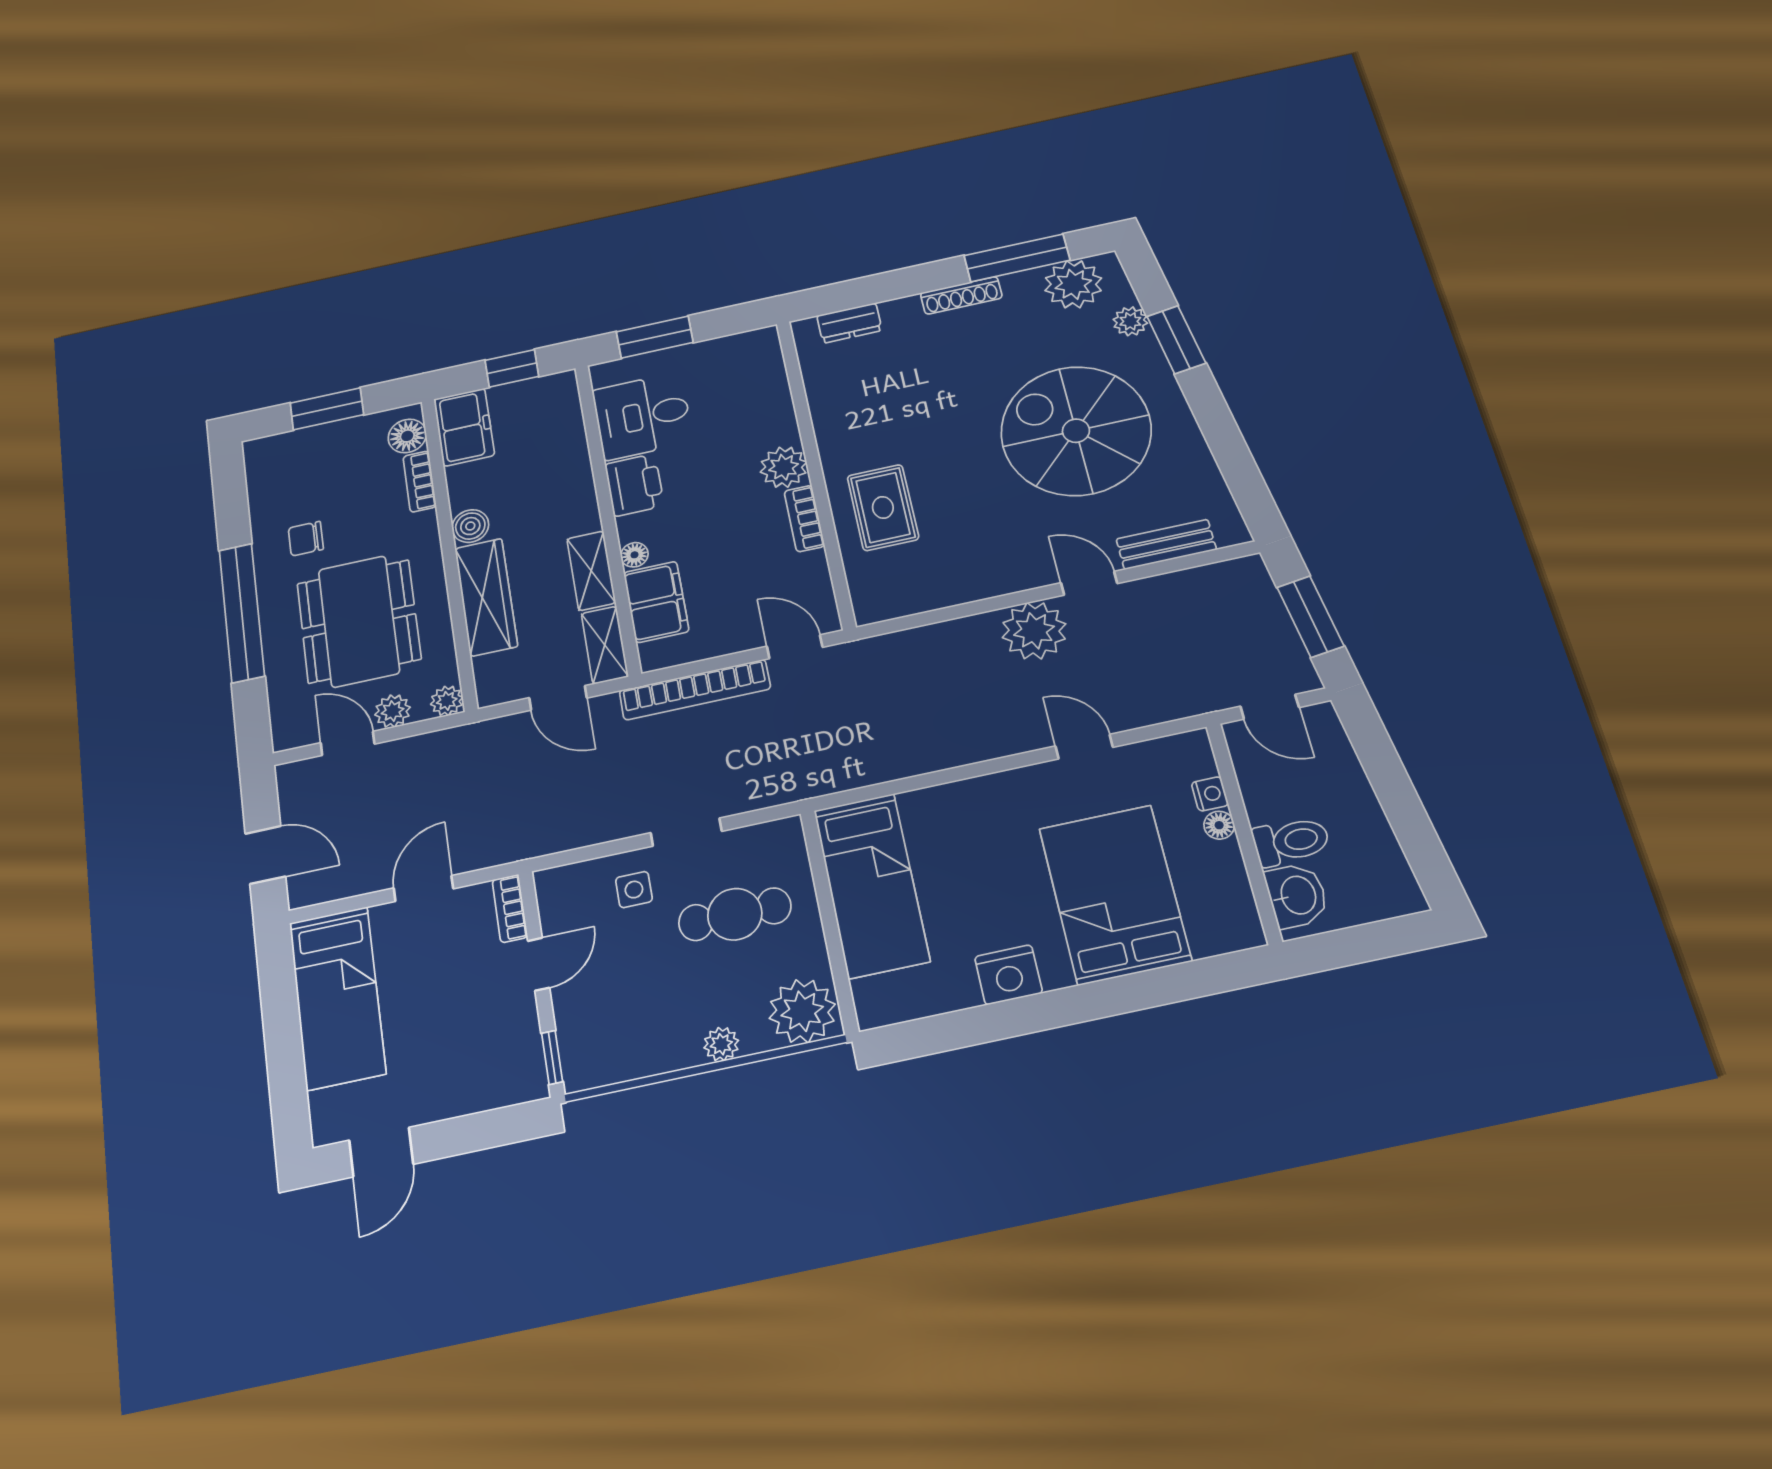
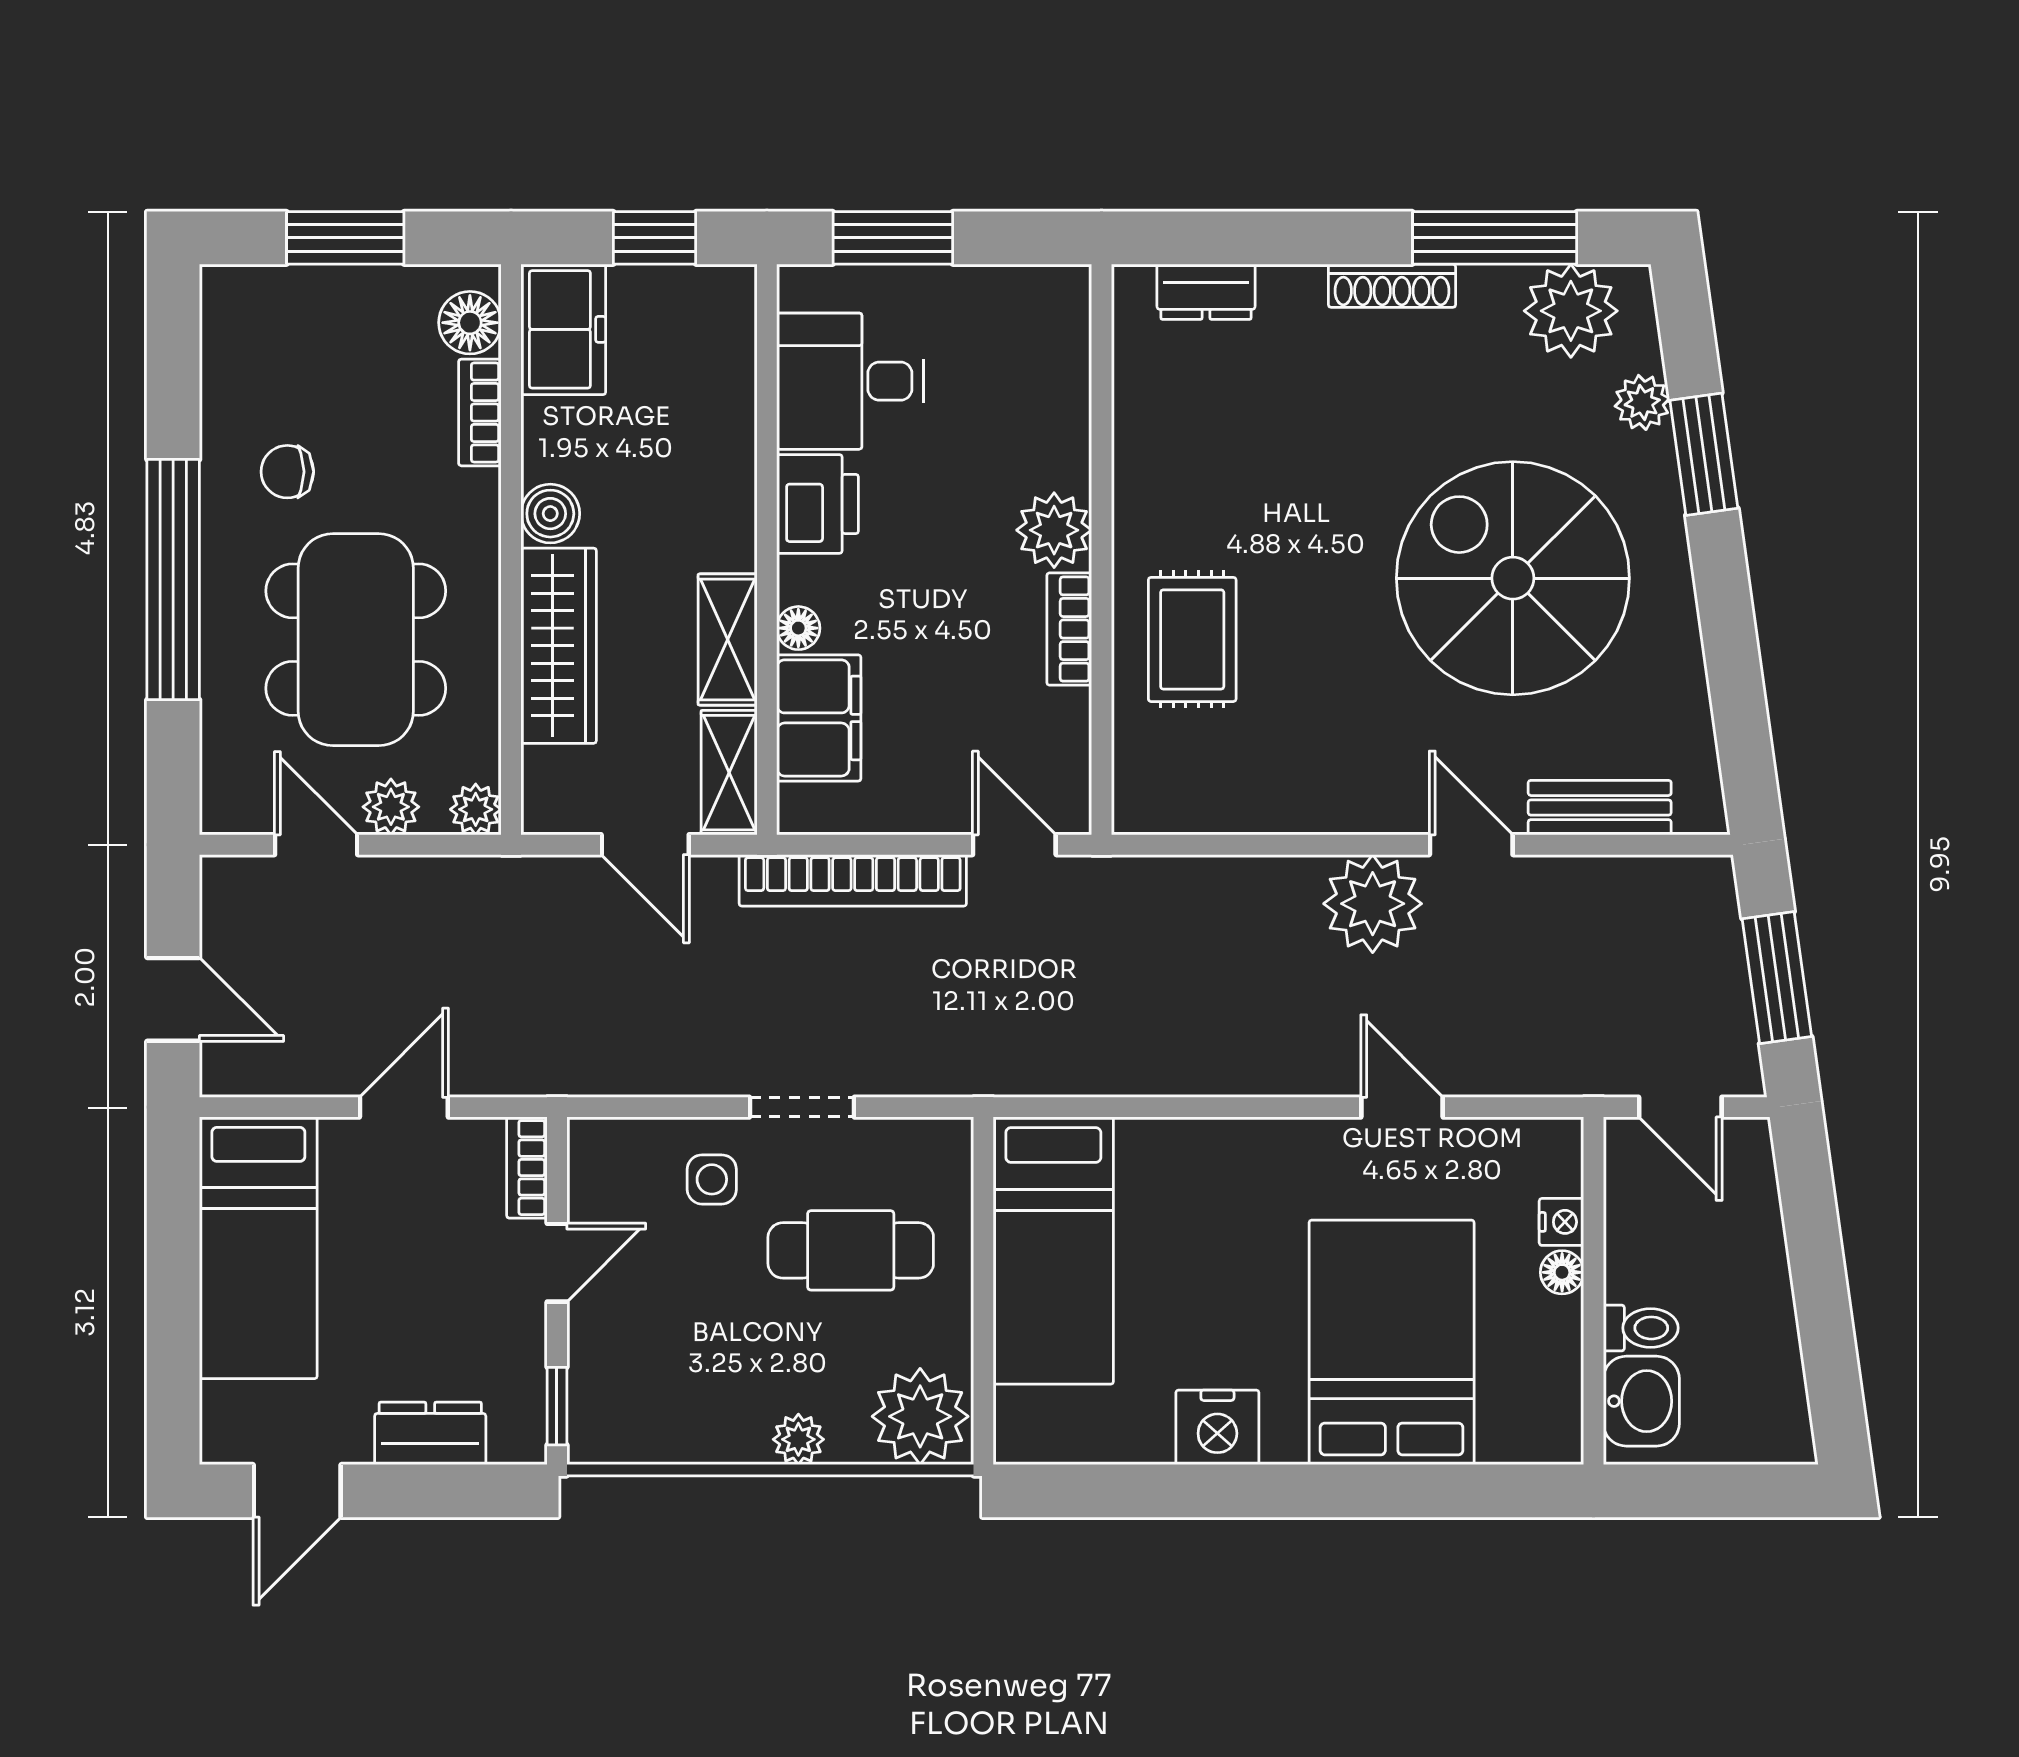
toilet: (1291, 841) -> (1641, 1328), width x0.73, depth x0.72
dresser: (468, 1094) -> (430, 1433), added

